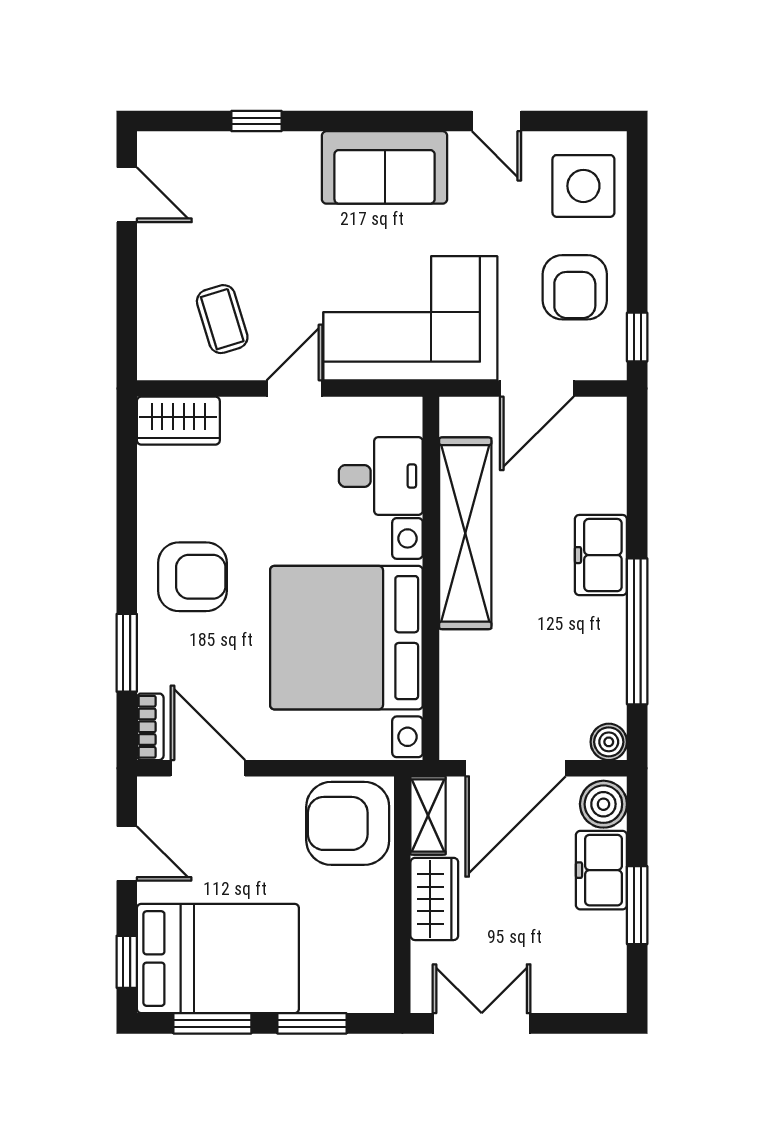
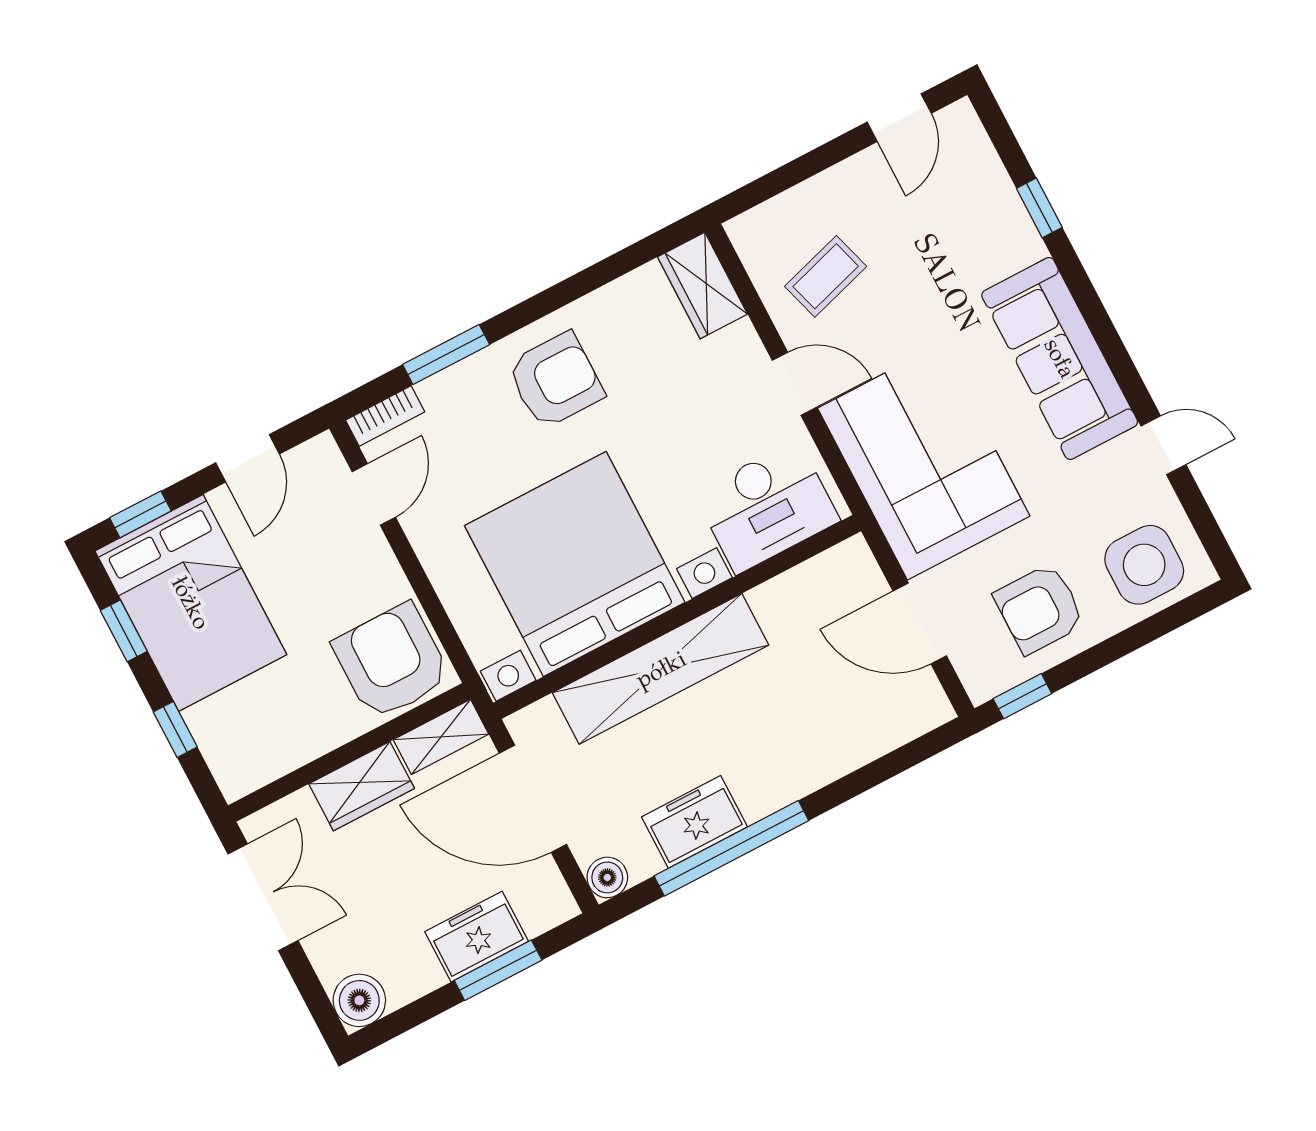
door: (497, 121) -> (1163, 445), swing flipped
sofa: (385, 167) -> (1060, 358), width x1.36
desk: (381, 476) -> (767, 507), width x1.37
shelving: (465, 533) -> (661, 669), moved
freezer: (601, 555) -> (695, 822), moved
armchair: (193, 577) -> (555, 380), turned -90
door: (208, 768) -> (374, 494), width x0.73
boiler: (603, 804) -> (359, 1000), moved
window: (637, 905) -> (498, 970), moved
window: (212, 1023) -> (124, 631), width x0.67
window: (312, 1023) -> (175, 729), width x0.67

